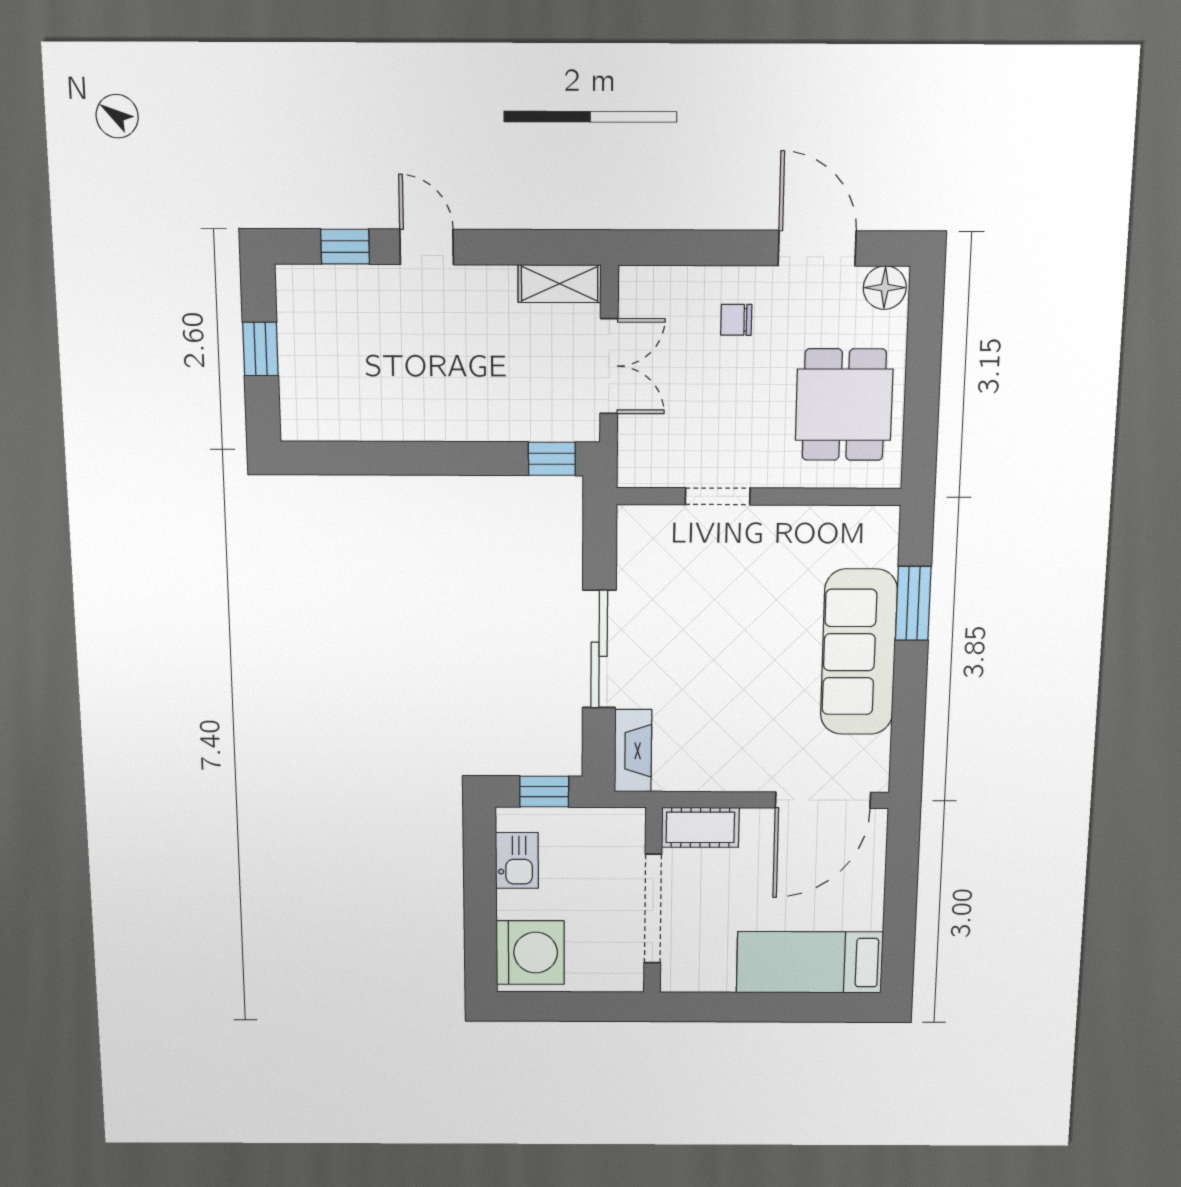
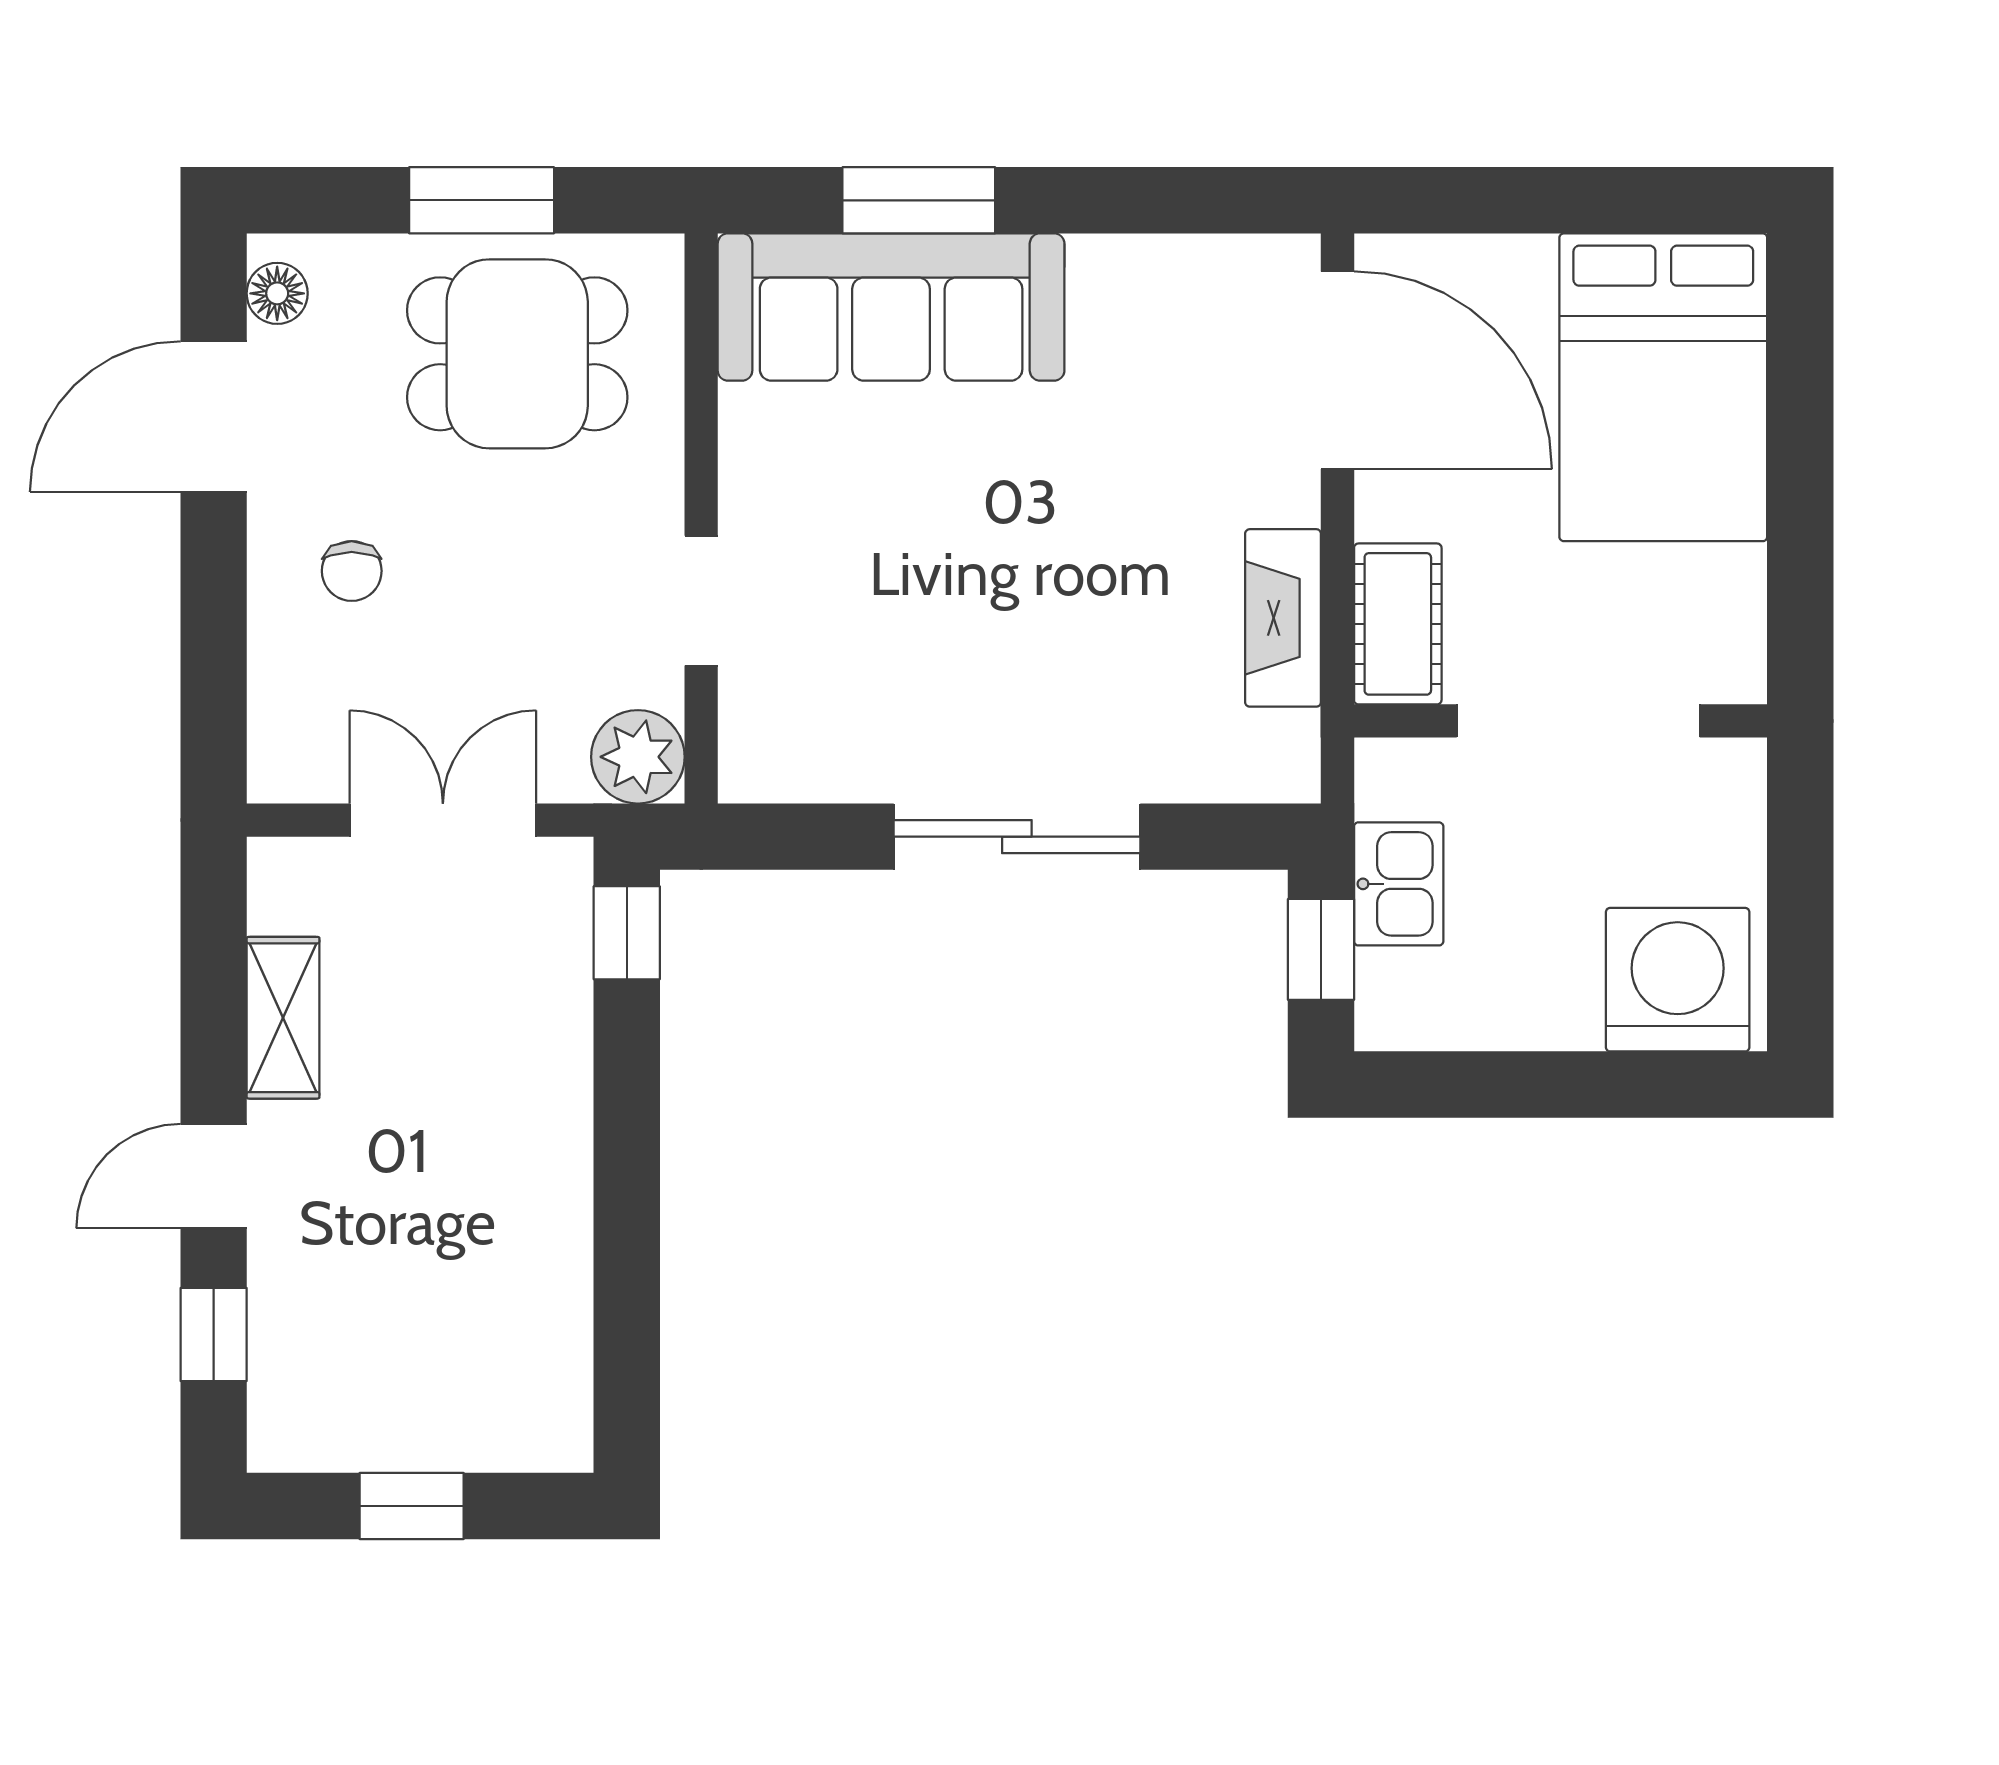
shelving: (560, 284) -> (283, 1018), moved
floor lamp: (885, 288) -> (277, 293), width x0.73, depth x0.73
window: (922, 387) -> (482, 200), added
plant: (640, 465) -> (638, 757), added
sofa: (859, 652) -> (891, 307), moved
fireplace: (633, 751) -> (1283, 618), moved, turned -90
kitchen sink: (517, 860) -> (1399, 884), moved, turned 90
bed: (810, 962) -> (1663, 387), width x1.50

